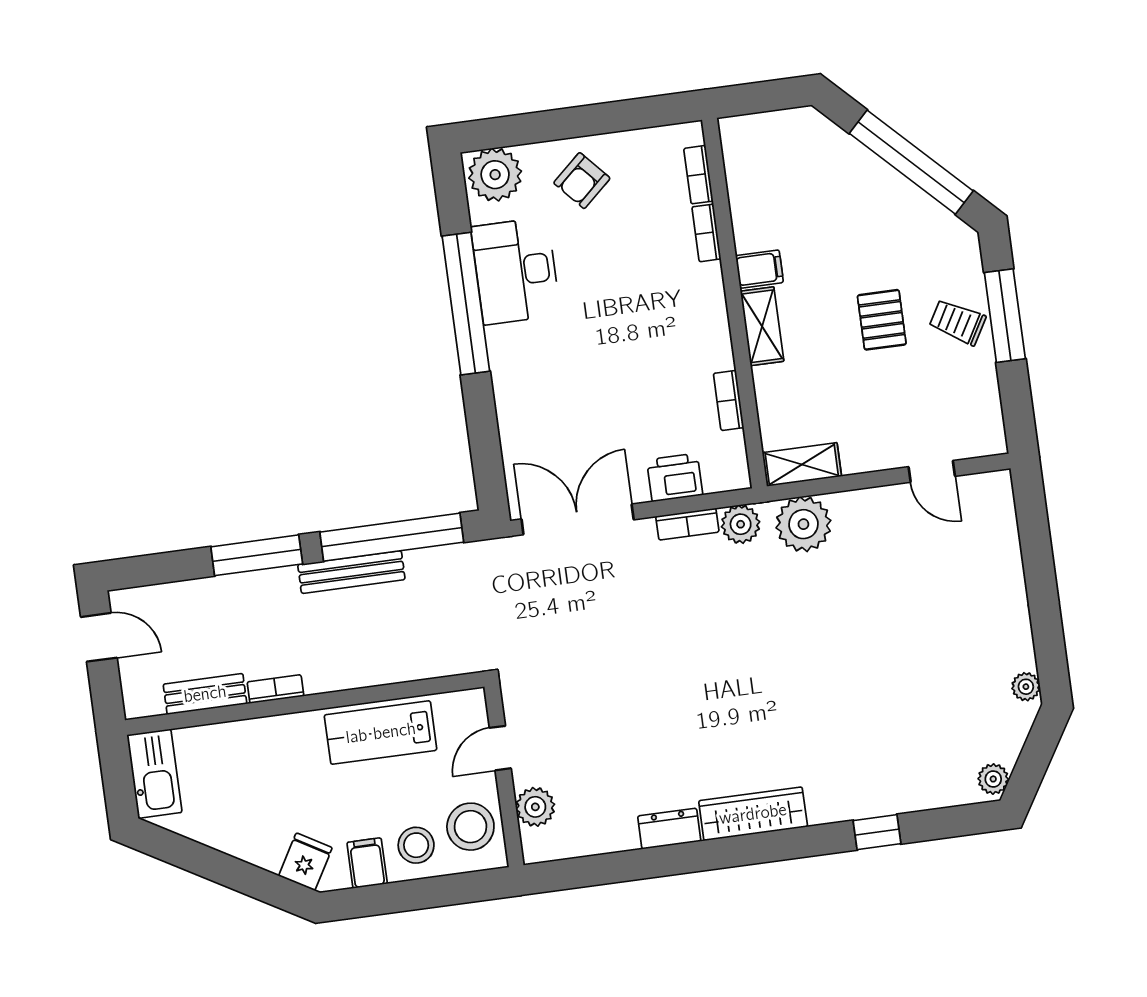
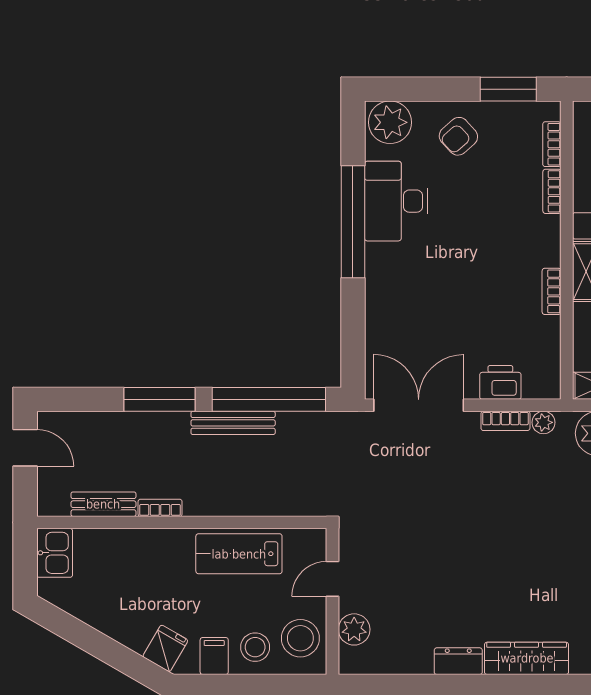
window: (636, 114) -> (508, 89), added
bookcase: (729, 400) -> (552, 291), moved
plant: (741, 524) -> (543, 422), width x0.73, depth x0.73
kitchen sink: (154, 774) -> (55, 553), width x0.73

